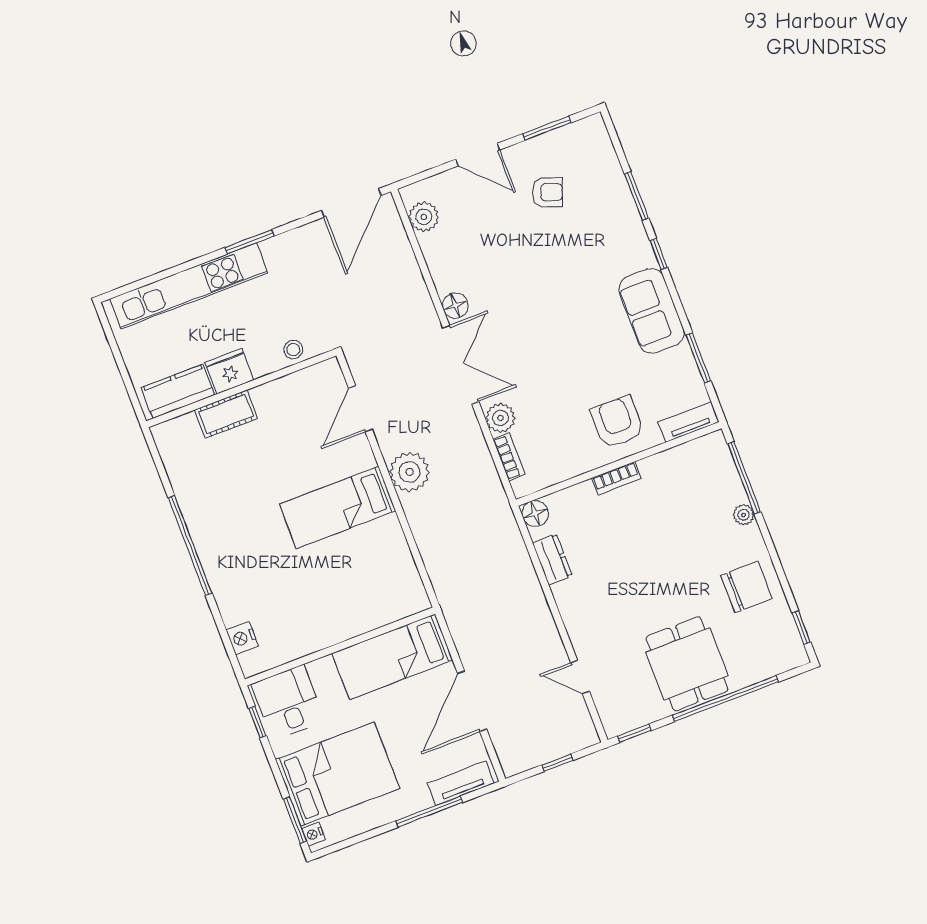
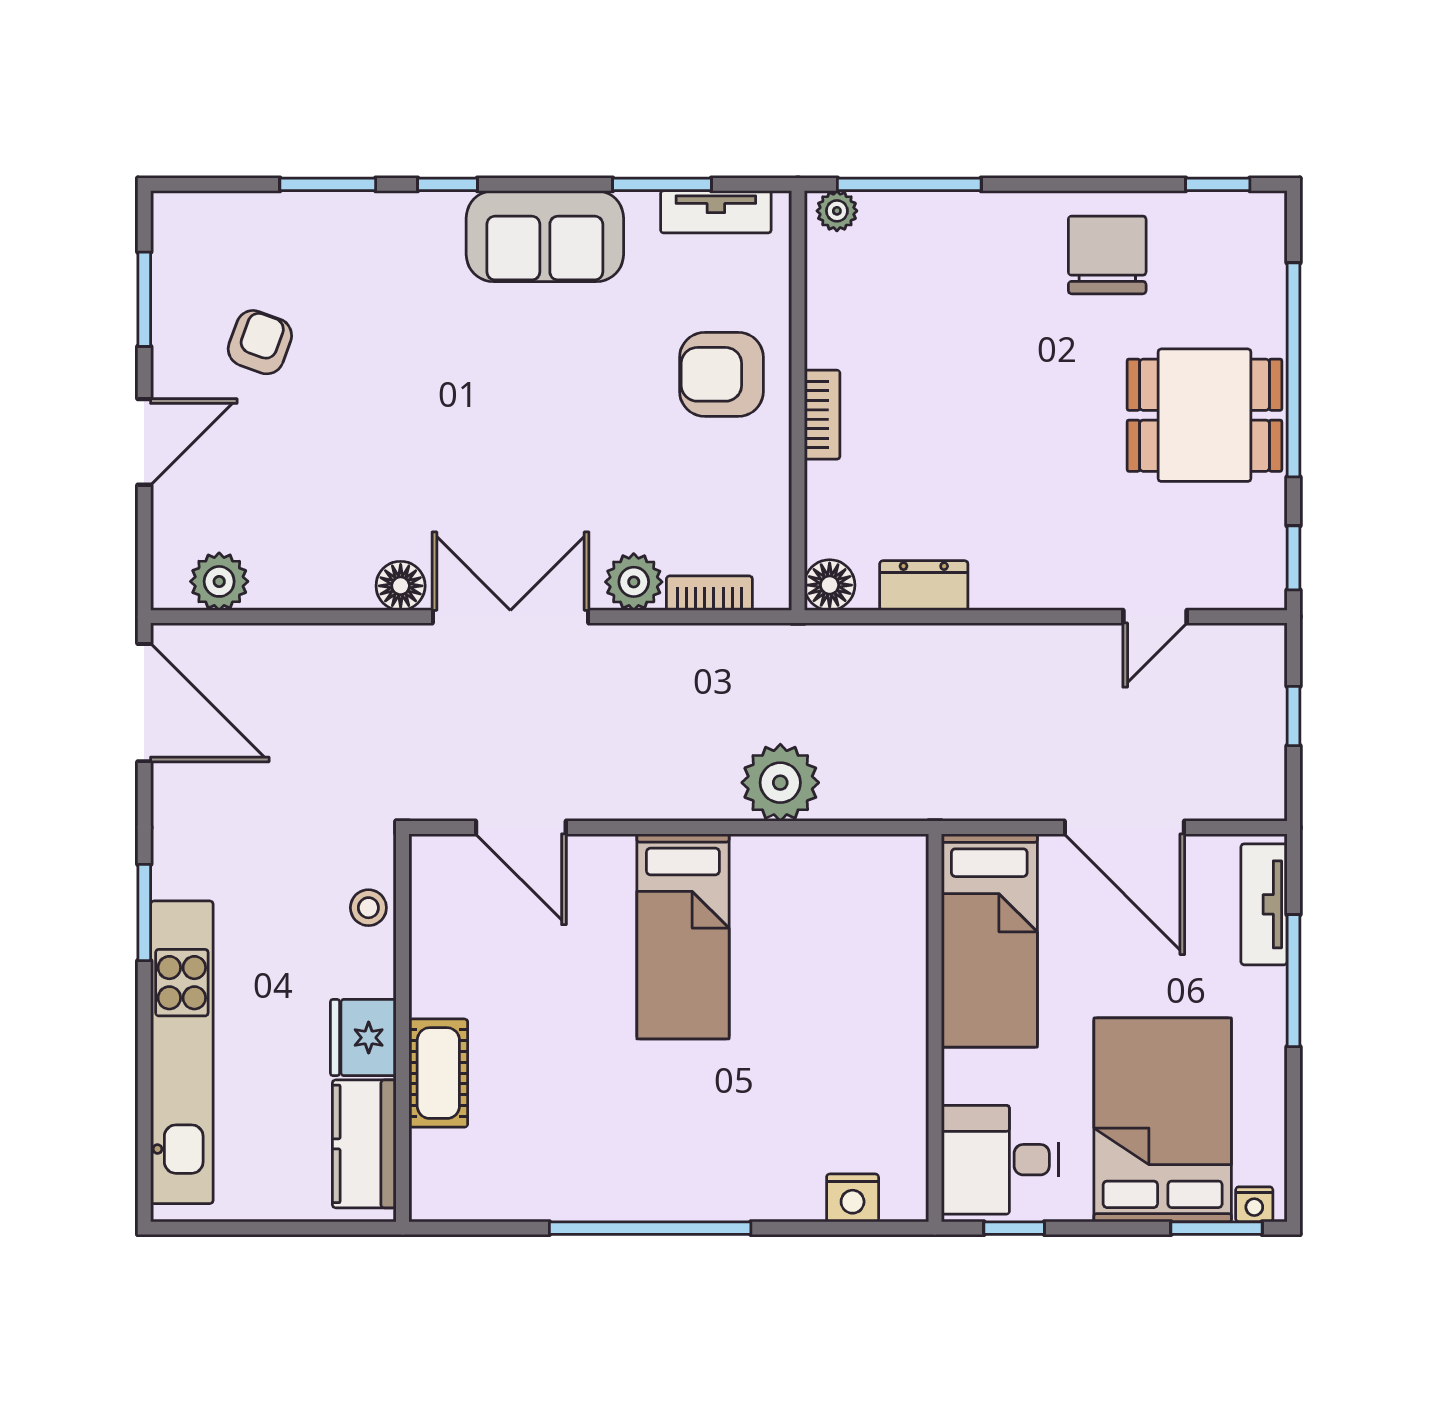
tv unit: (689, 422) -> (716, 212), moved, turned -90
plant: (409, 472) -> (780, 783), moved
plant: (744, 515) -> (837, 211), moved

